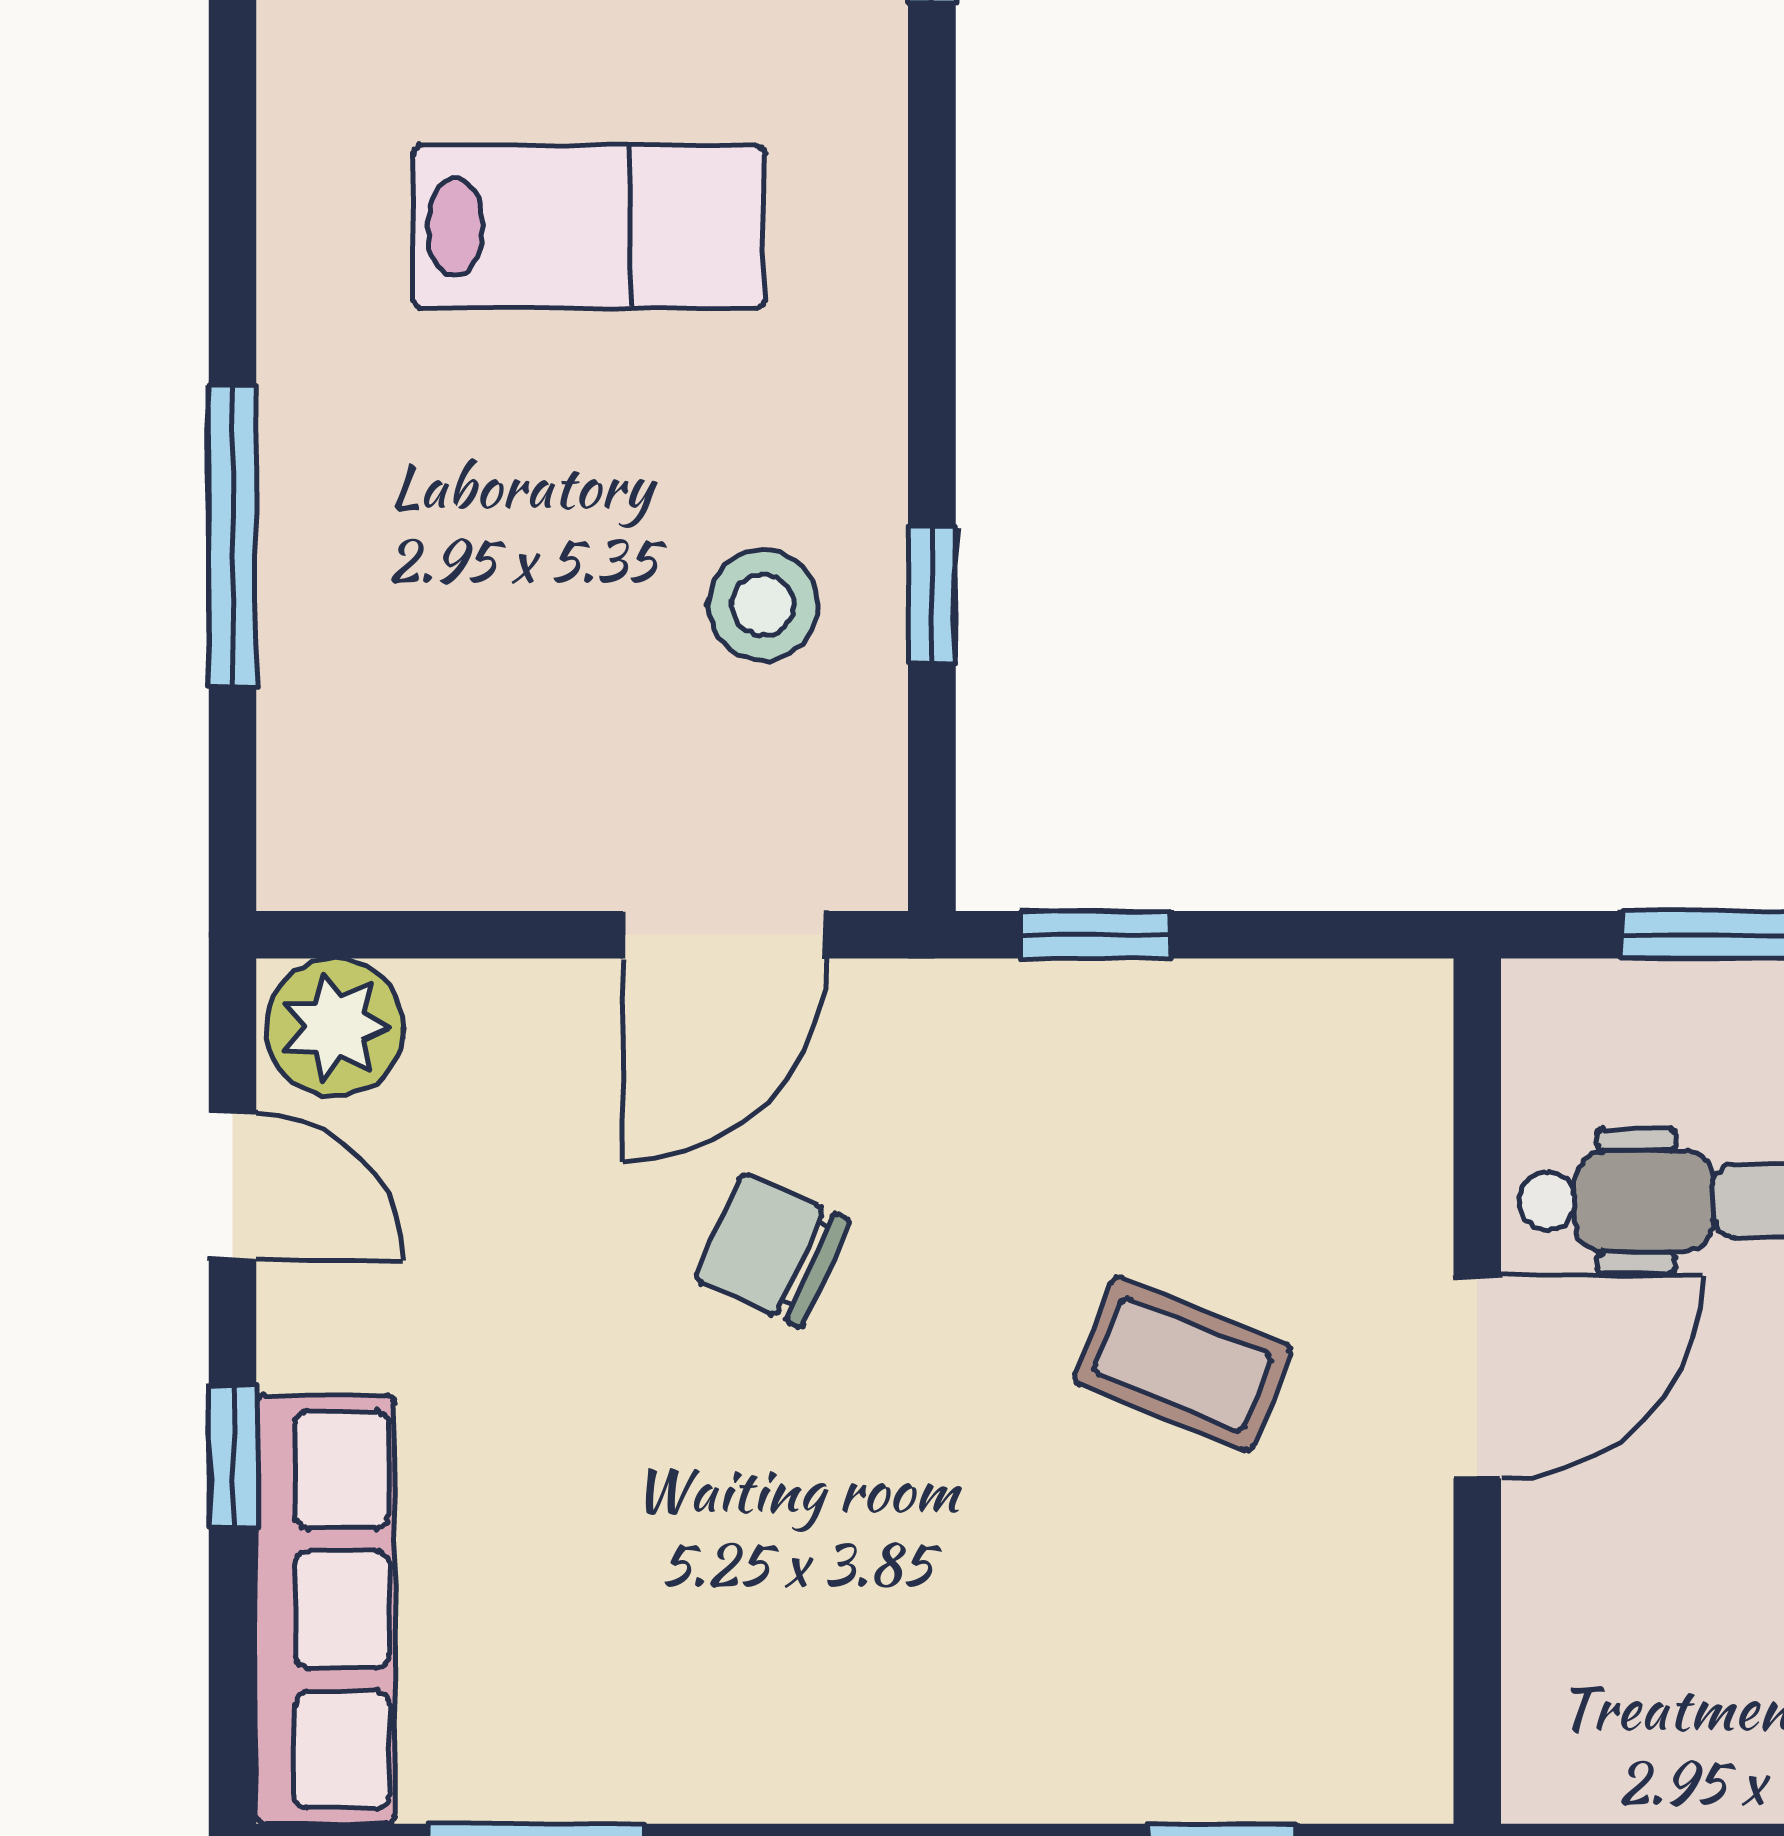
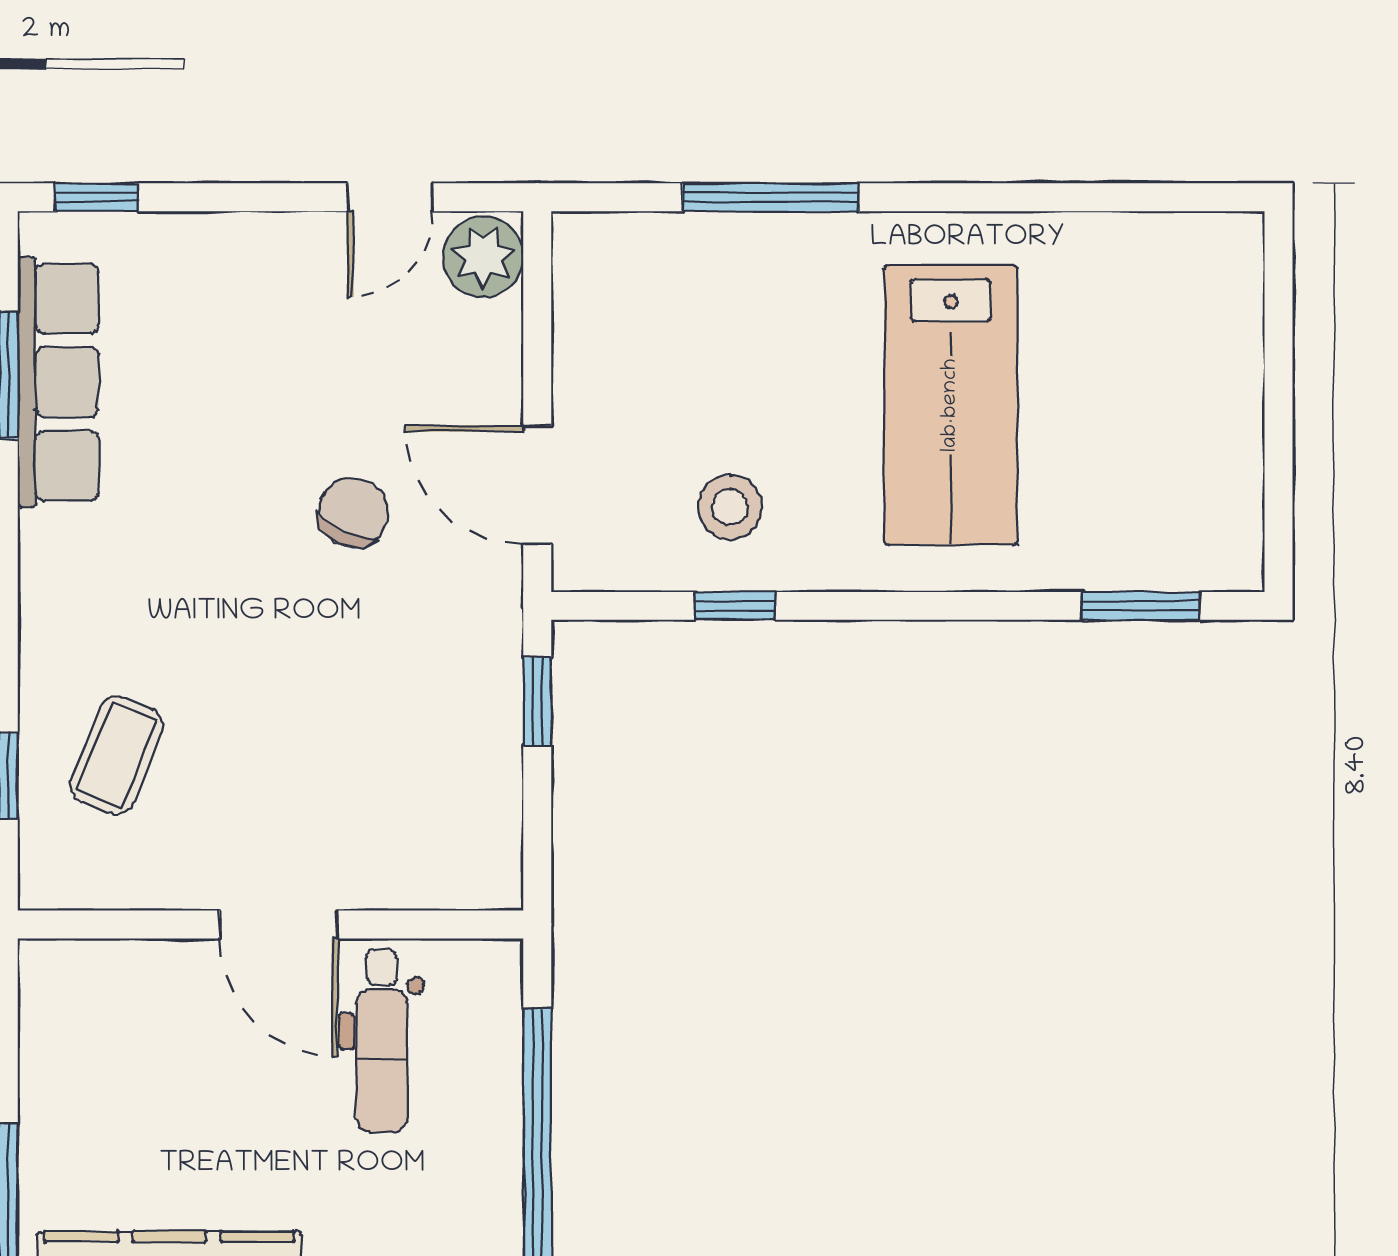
lab bench: (588, 227) -> (951, 405), width x1.36, depth x1.39
coffee table: (1183, 1364) -> (117, 755), moved
window: (233, 1456) -> (97, 197), moved
row of seats: (326, 1610) -> (58, 382), moved, turned -90

